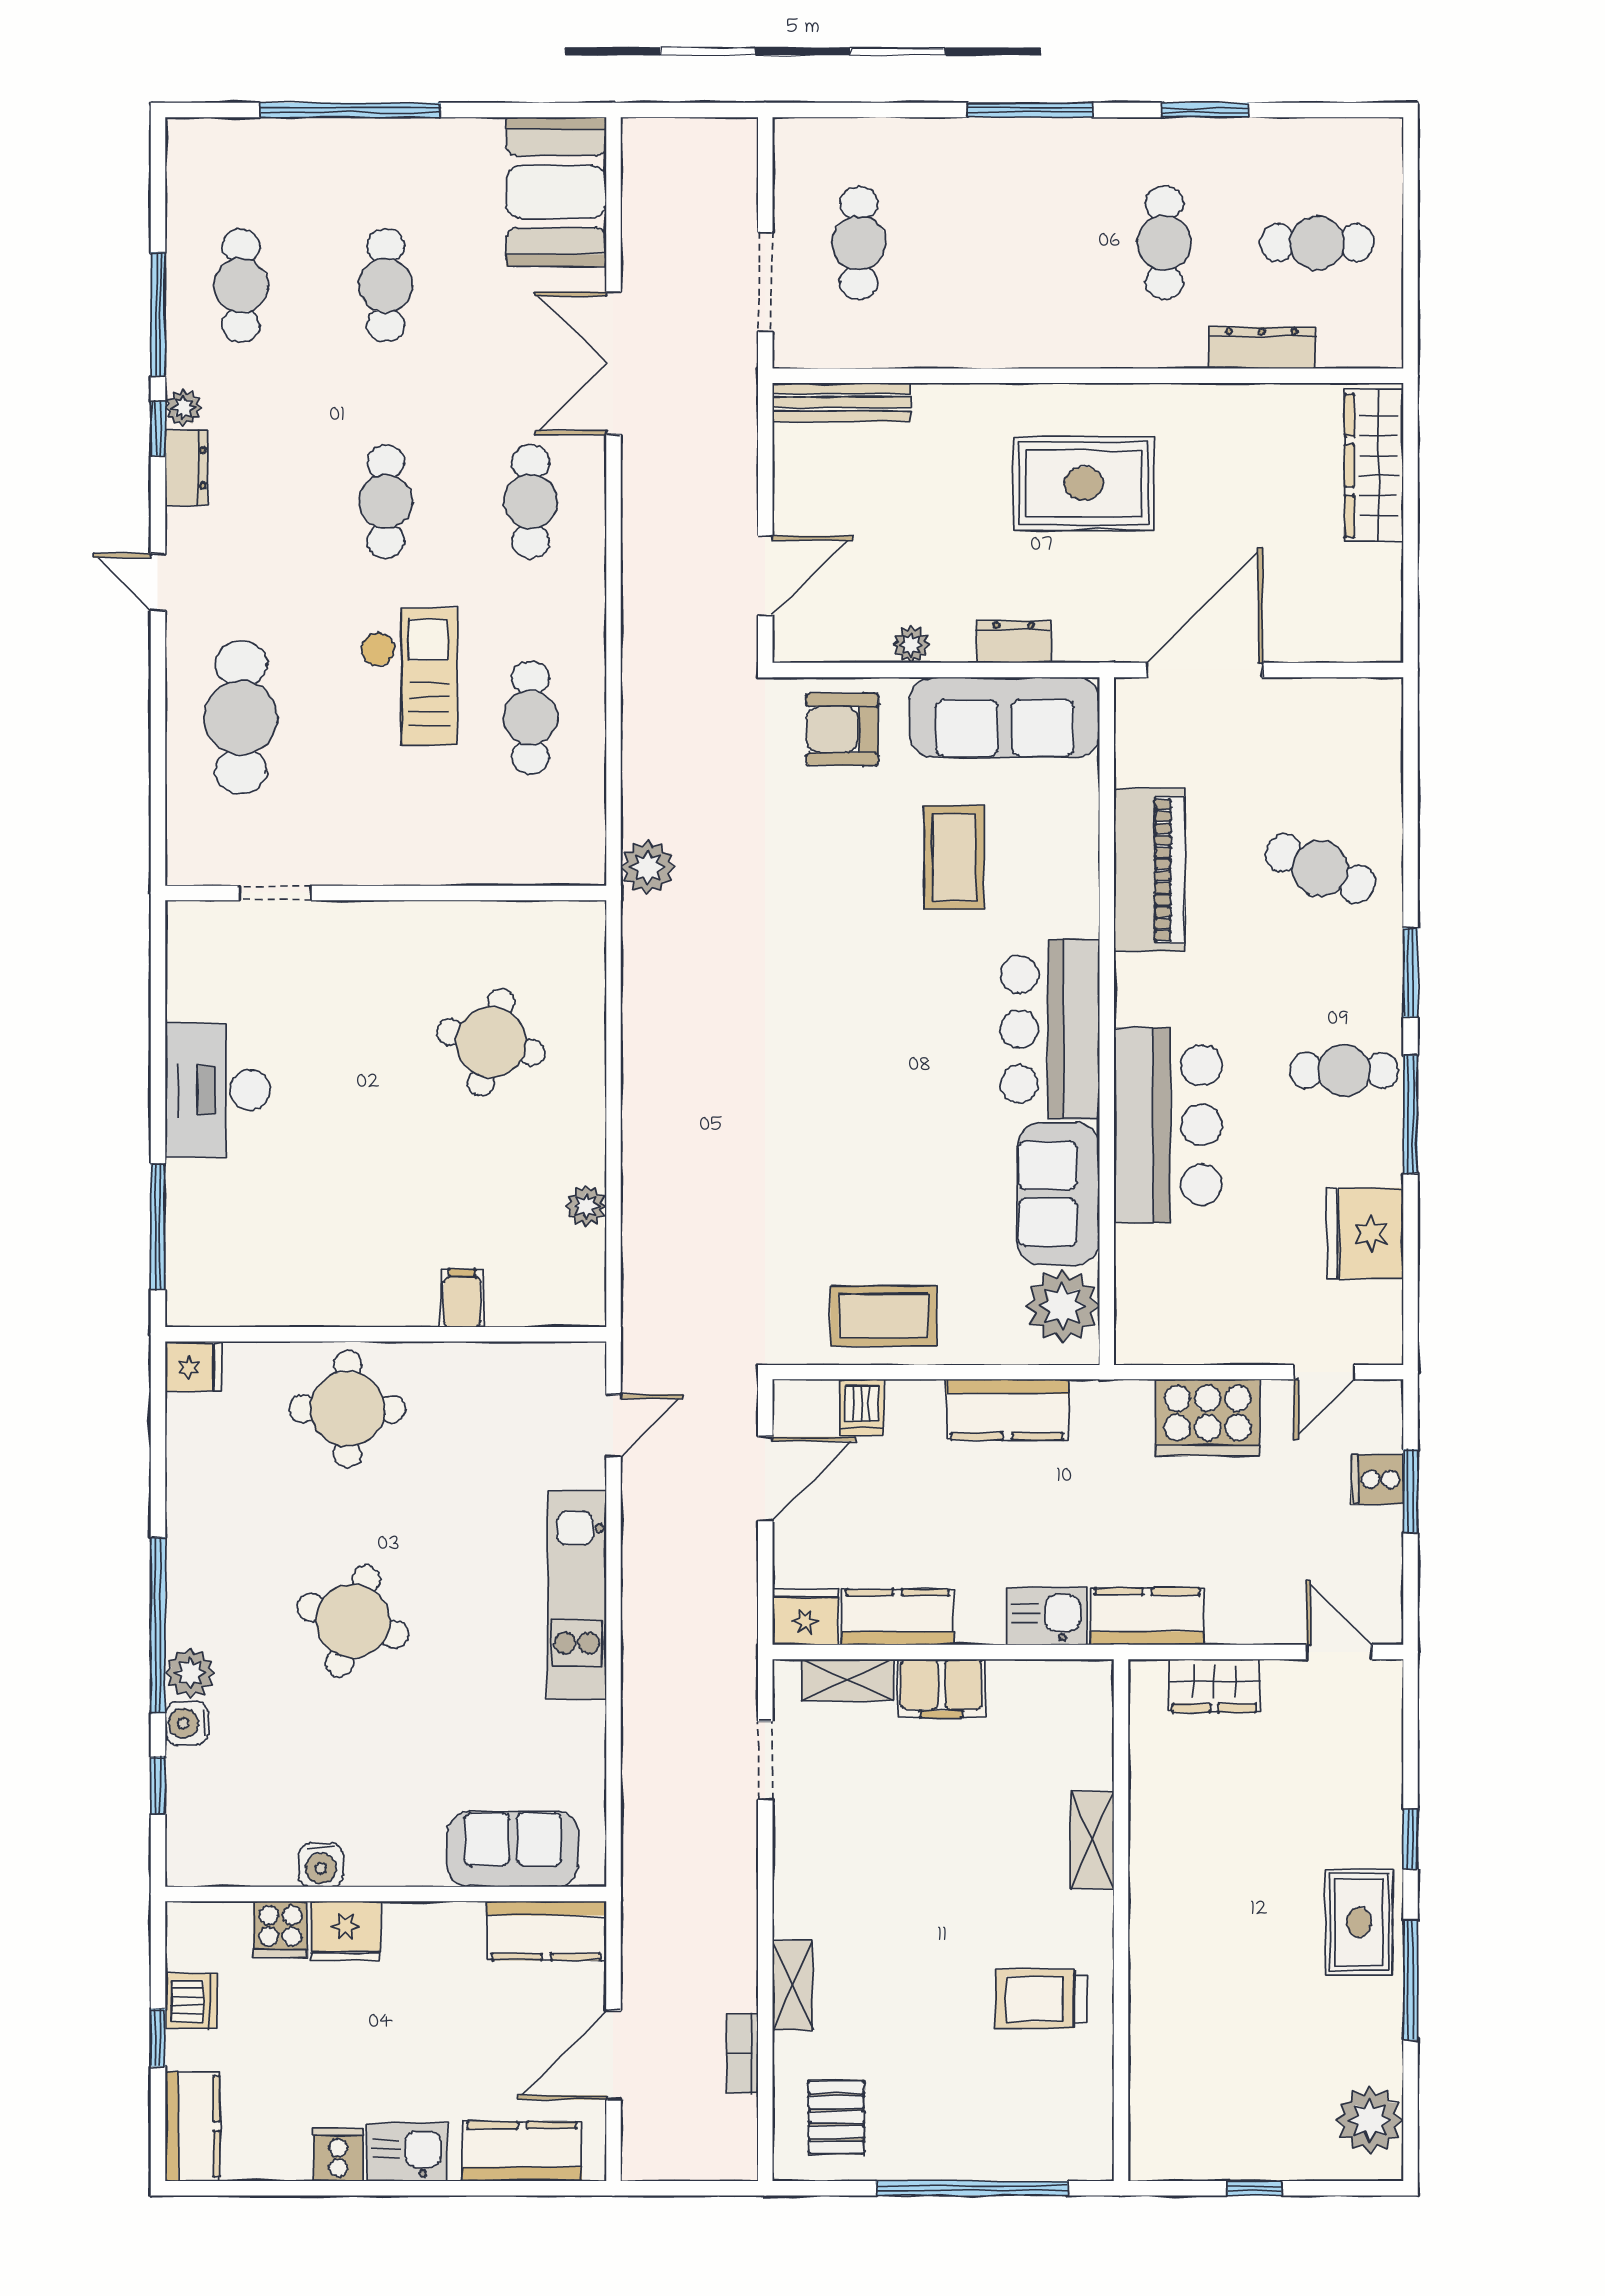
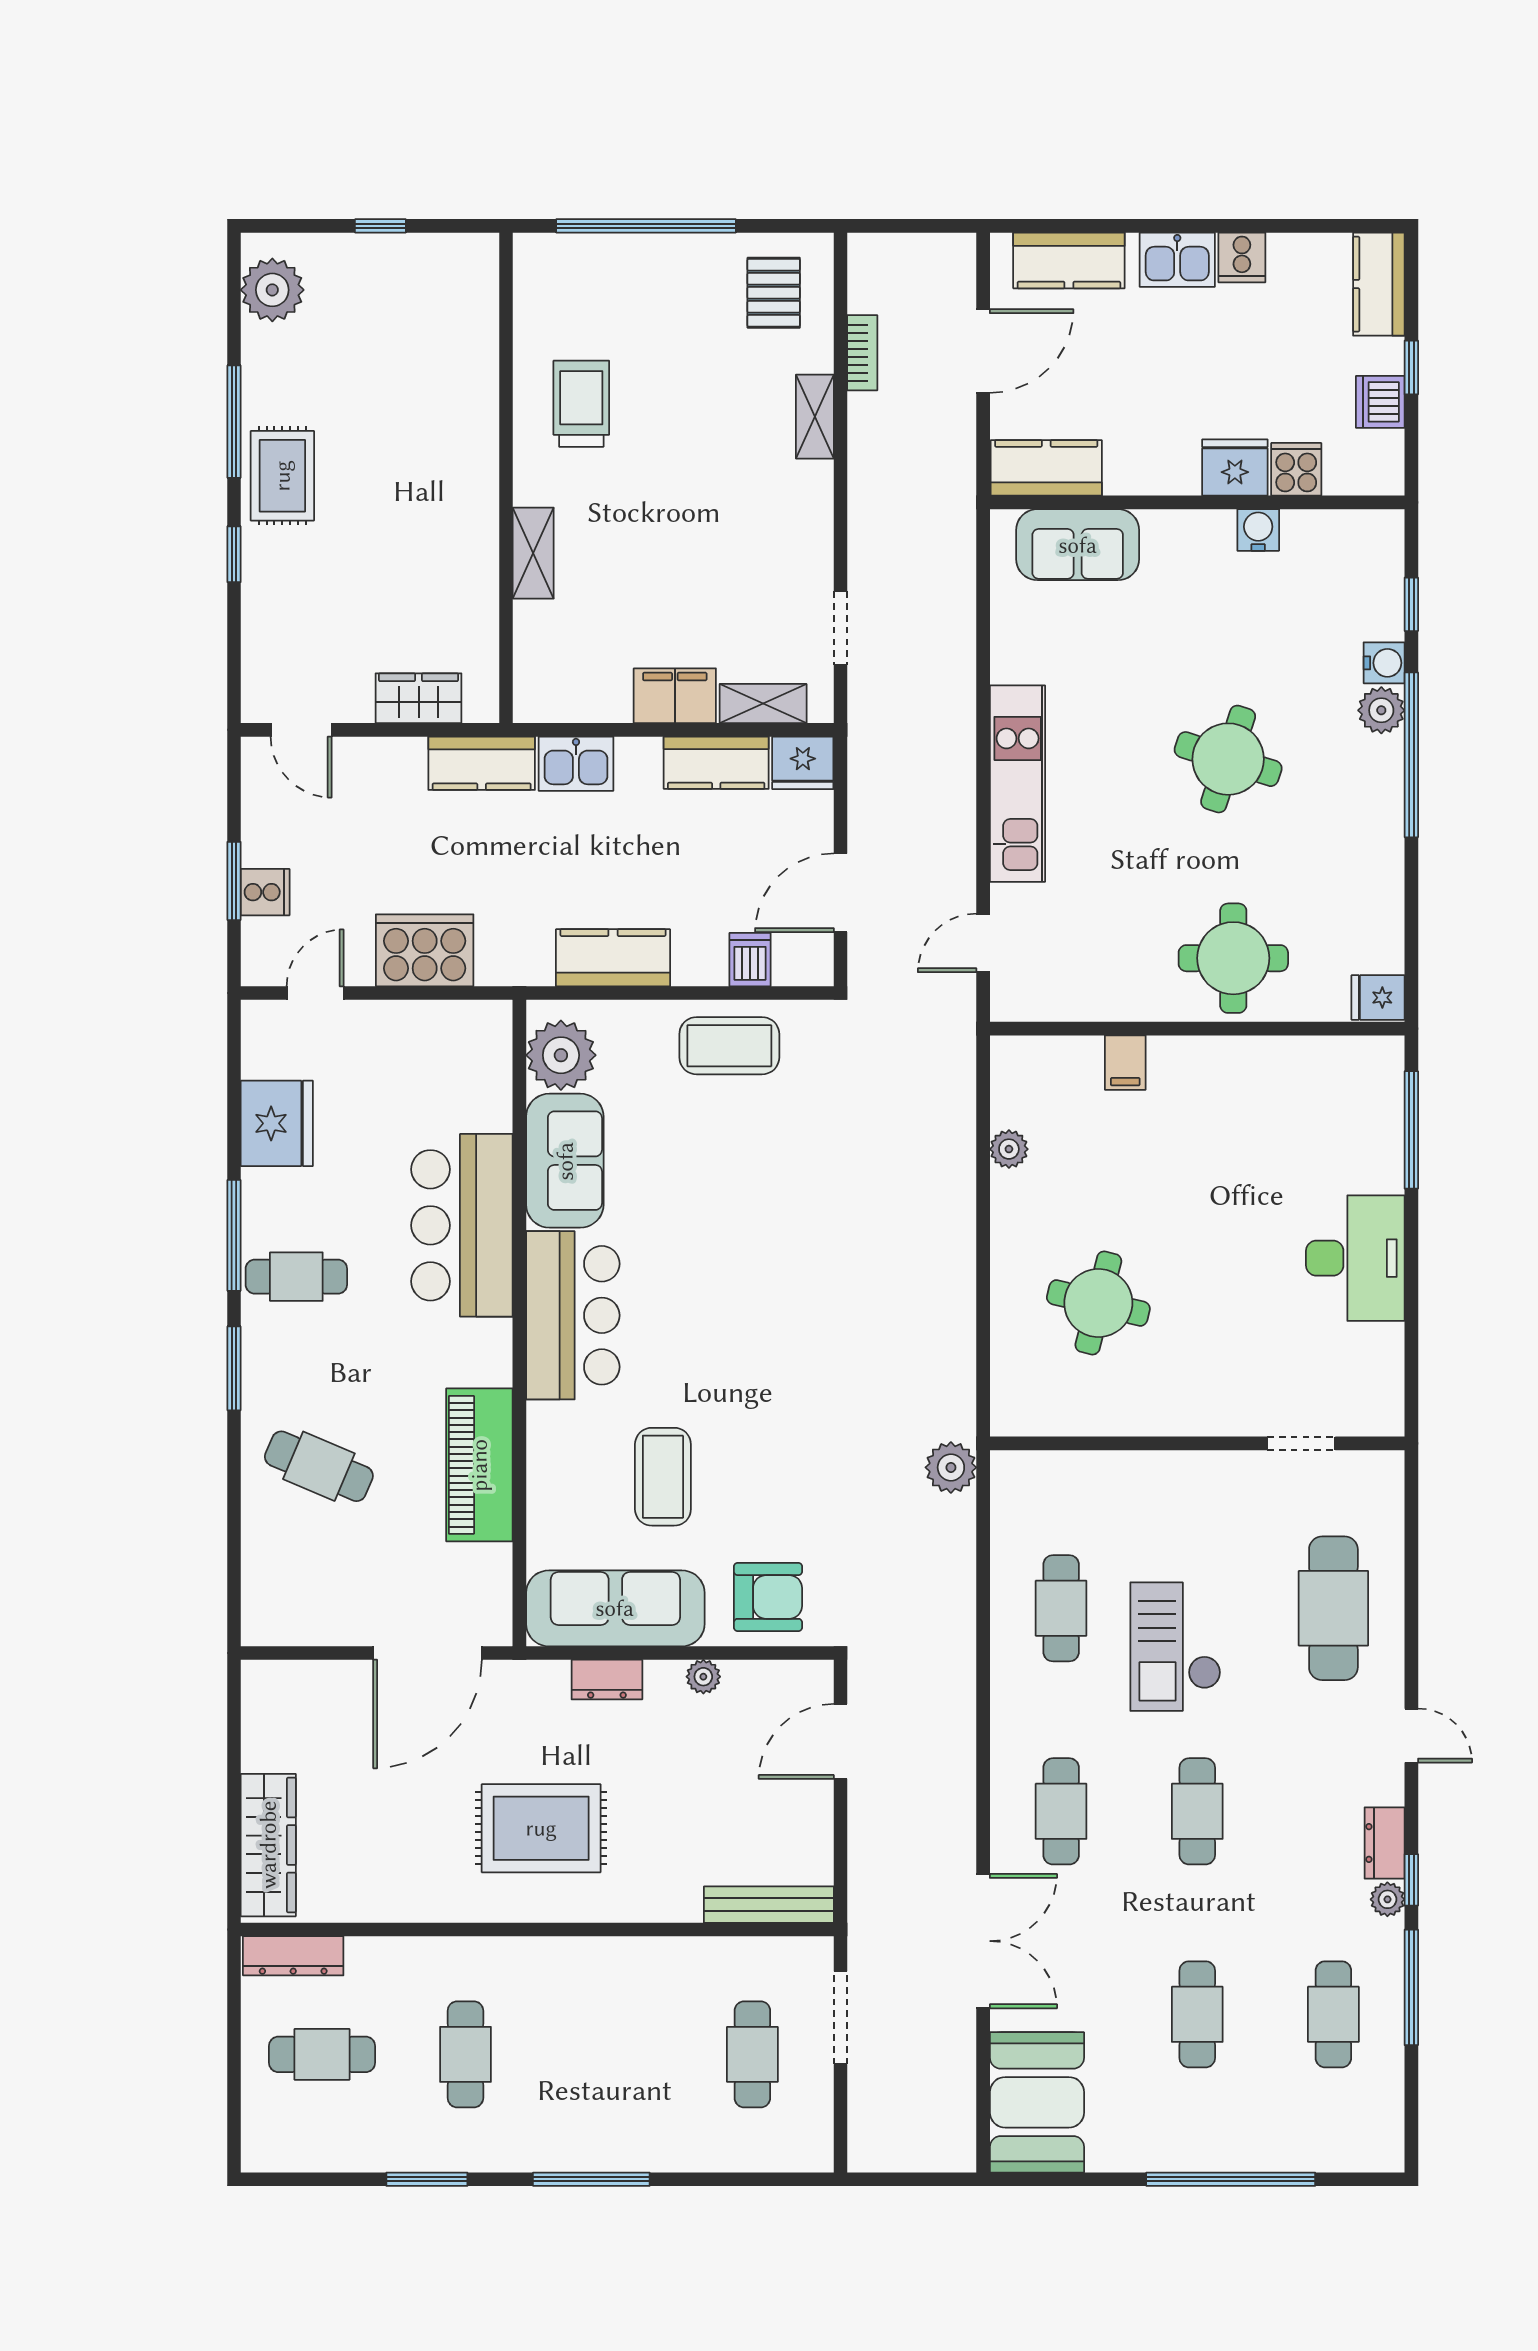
dresser: (1262, 348) -> (293, 1956), moved
trolley: (1041, 1999) -> (581, 404), turned -90

